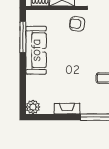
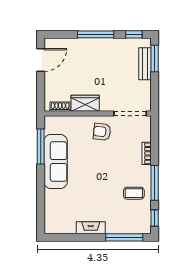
plant: (33, 107) -> (52, 226), removed

